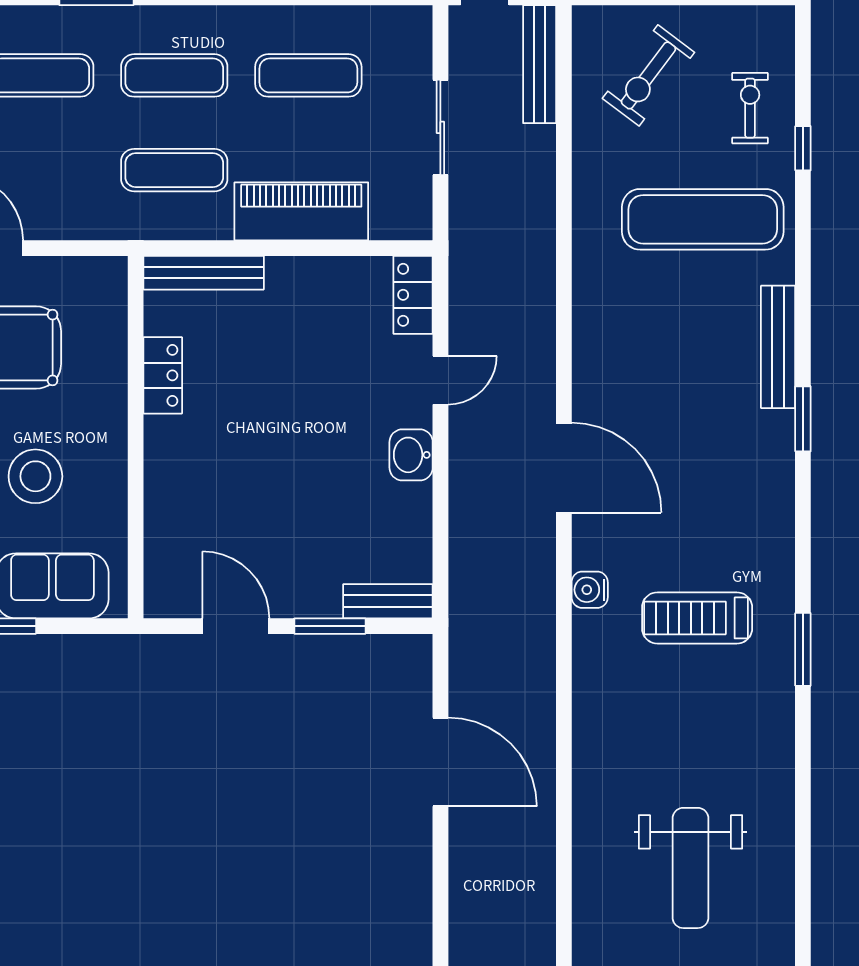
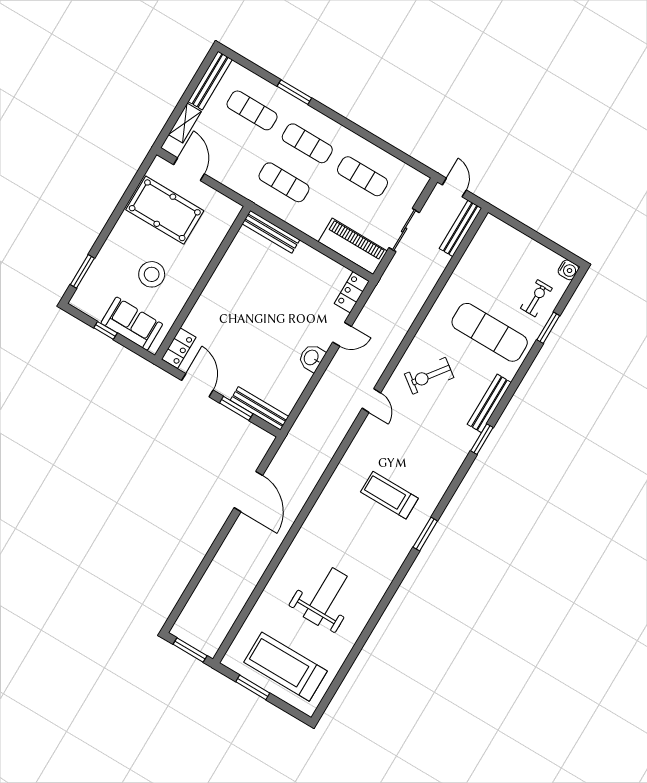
exercise bike: (648, 75) -> (429, 376), moved
window: (803, 148) -> (548, 328), width x1.50
piano: (301, 211) -> (353, 246), moved
locker: (163, 375) -> (179, 348), moved
door: (564, 468) -> (371, 400), width x0.53
water cooler: (590, 590) -> (568, 270), moved, turned 180
bench: (388, 601) -> (259, 408), width x1.36
weight bench: (690, 868) -> (325, 596), turned 180

